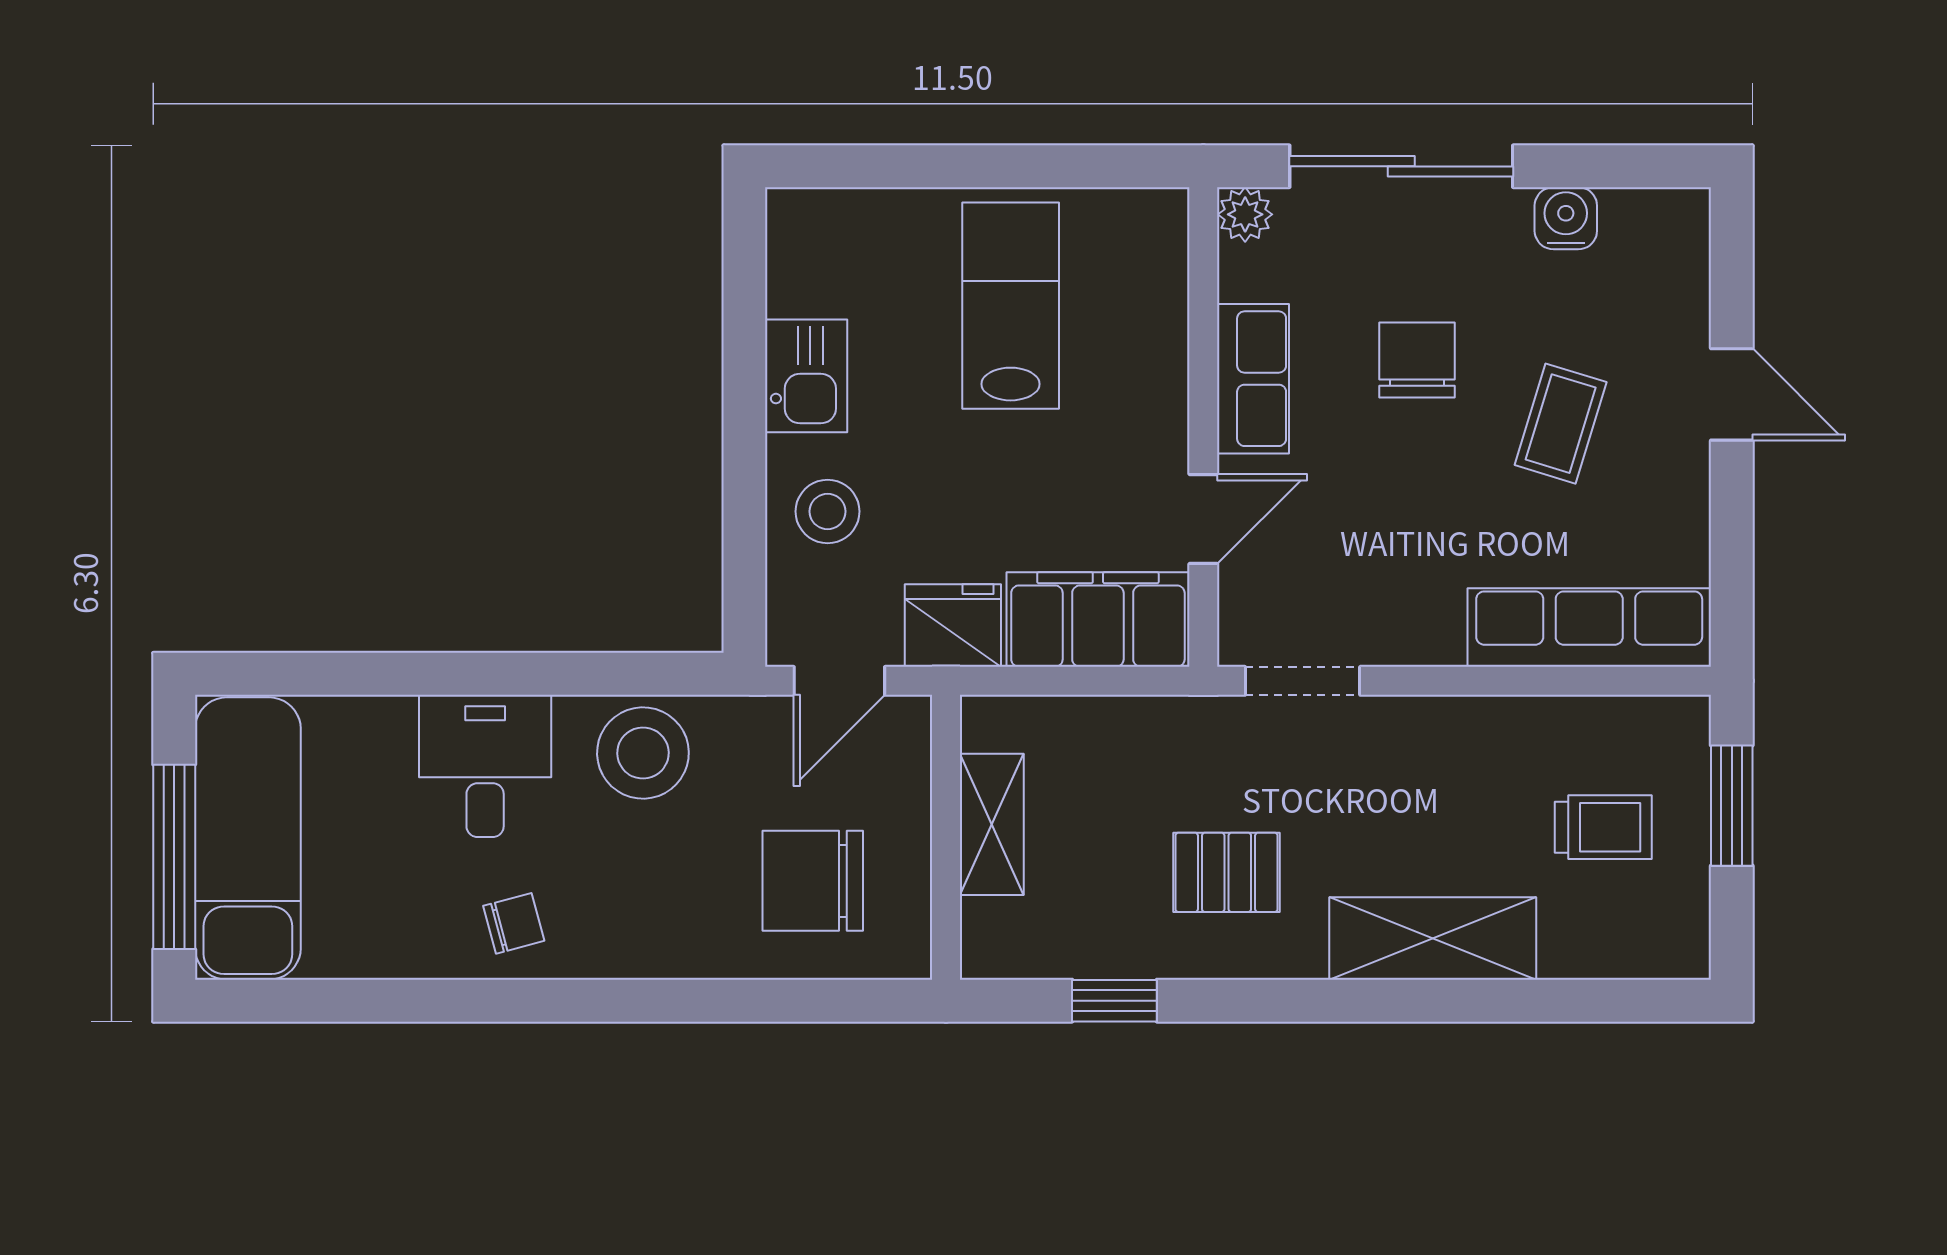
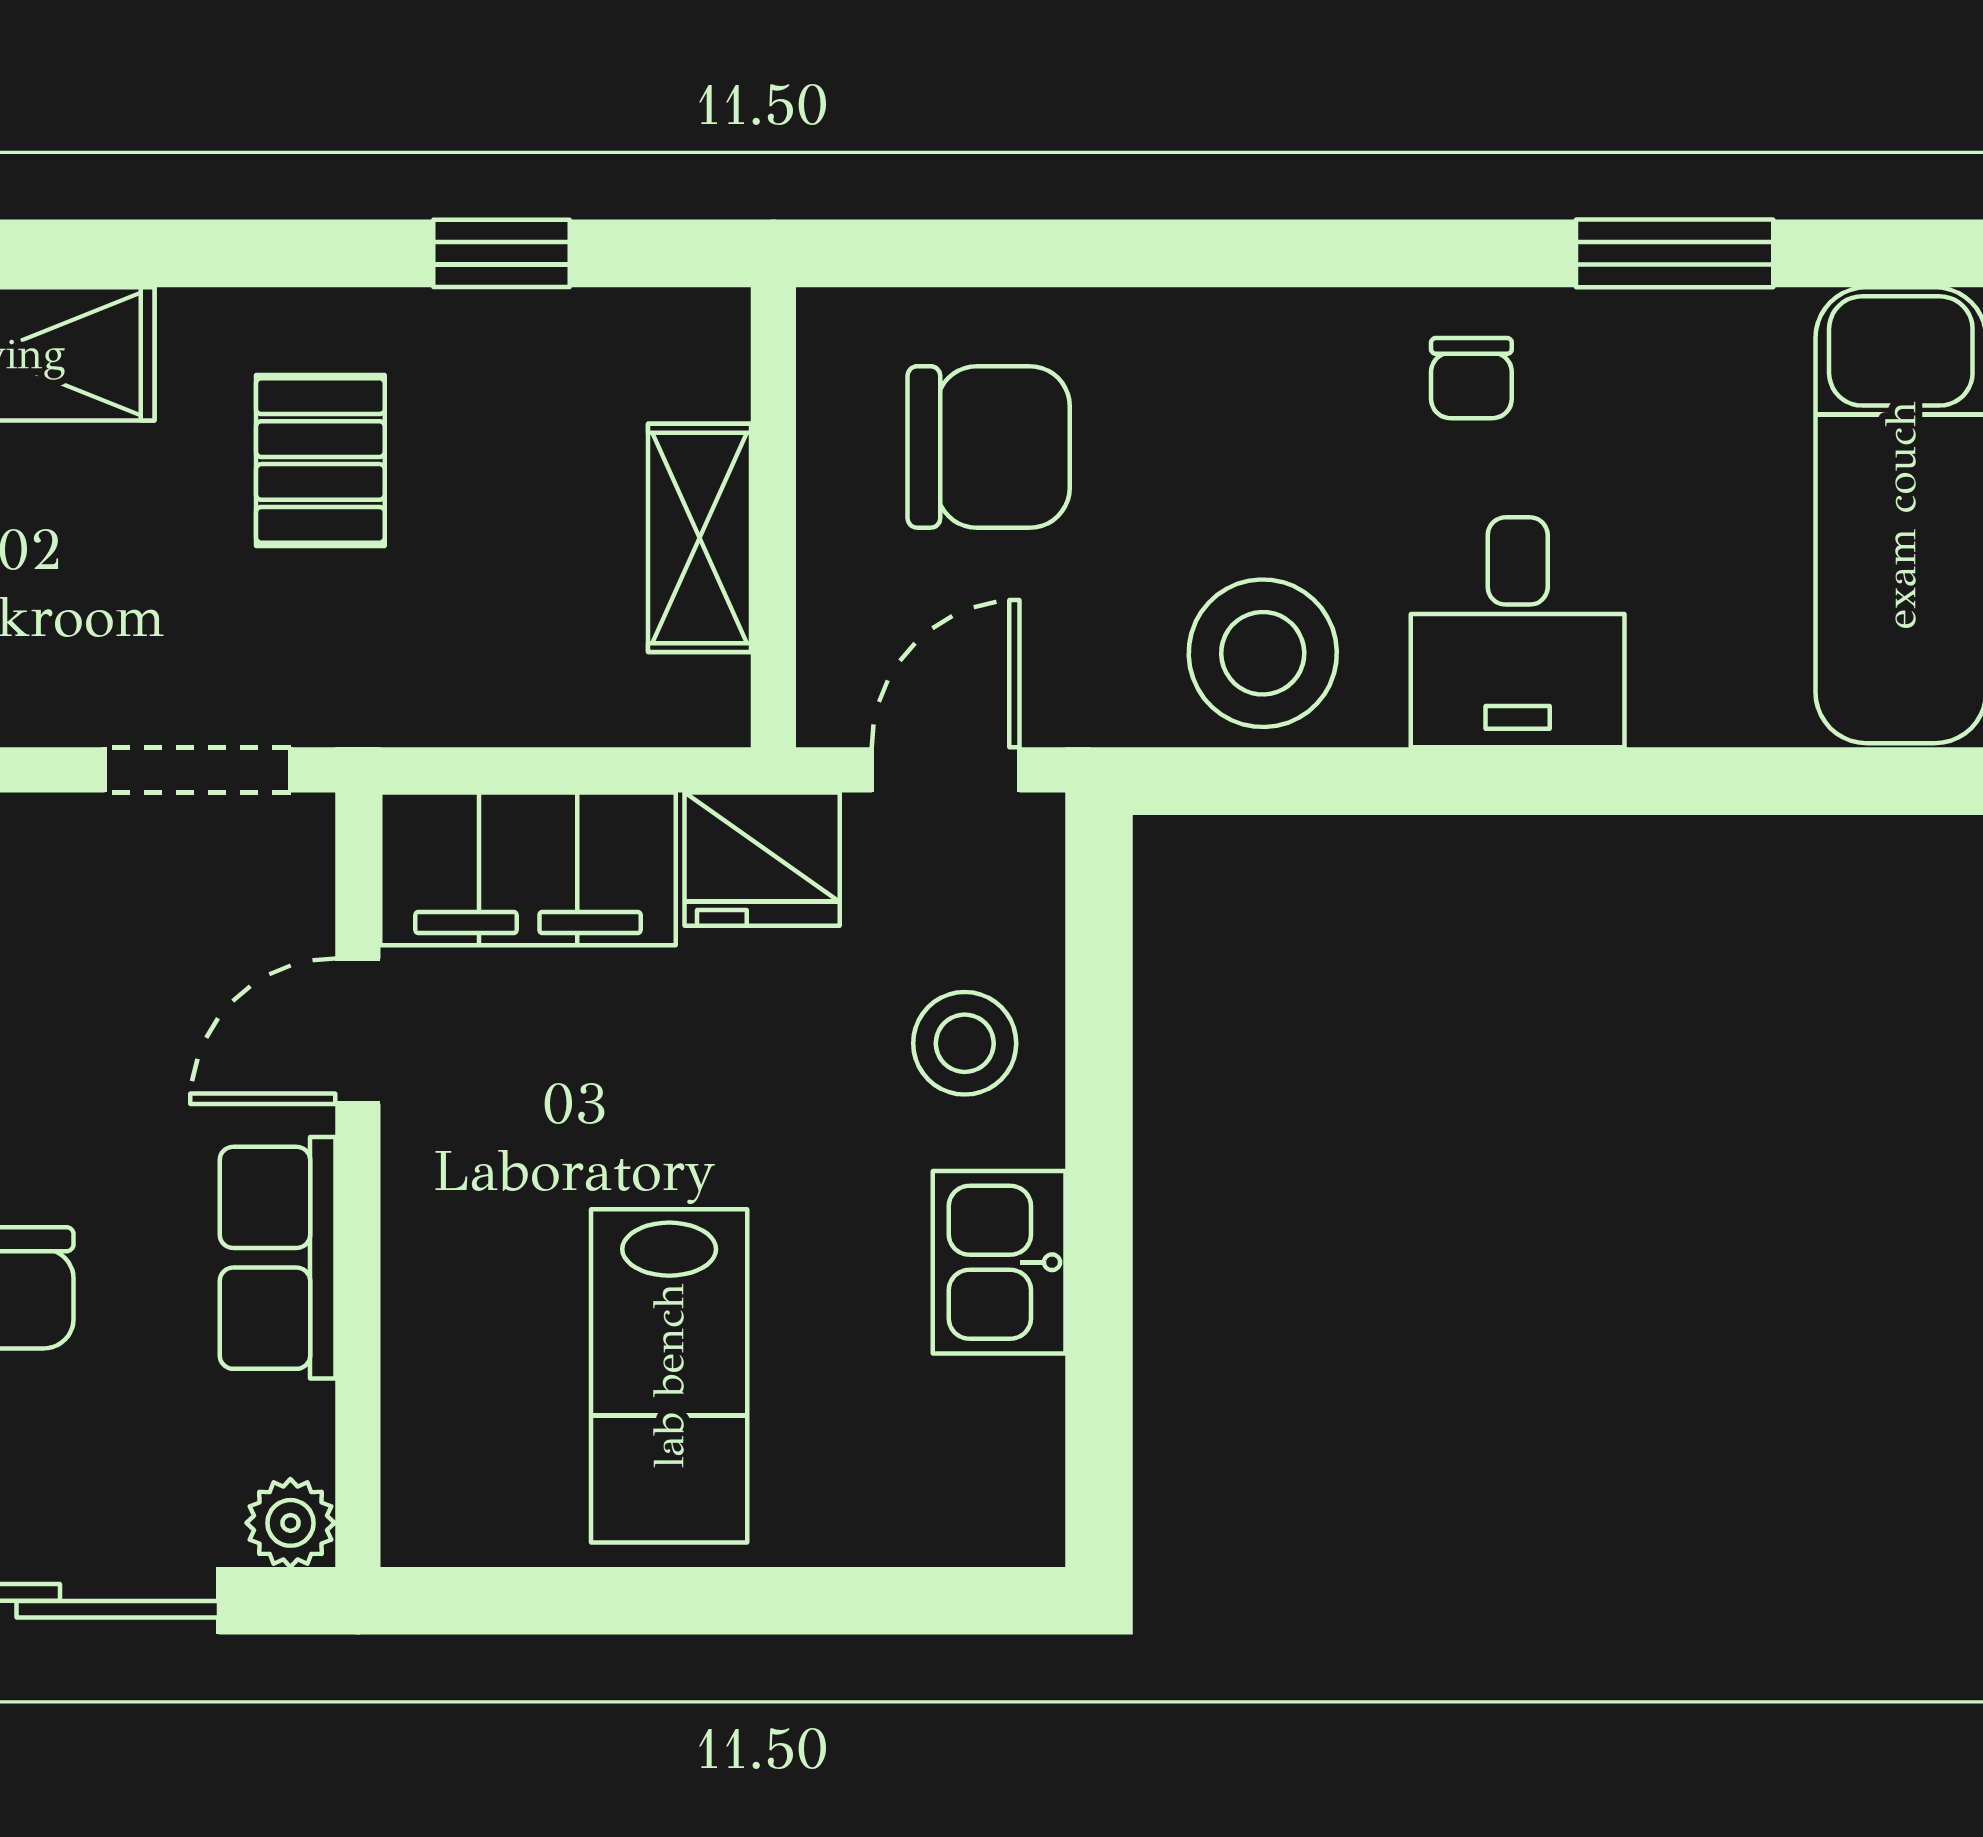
pallet: (1227, 872) -> (320, 461), turned 90
chair: (514, 923) -> (1471, 378), turned -75
window: (388, 1001) -> (1675, 253), added

